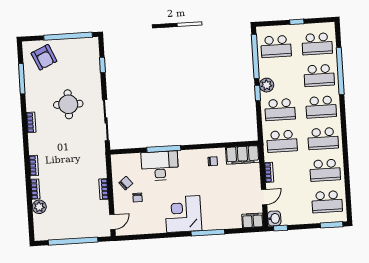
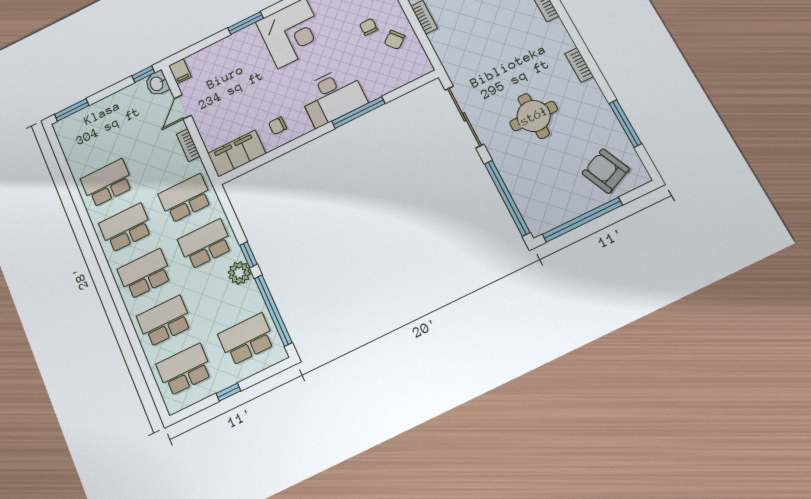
window: (102, 65) -> (507, 198), width x3.17
window: (340, 71) -> (135, 341), removed
desk: (160, 166) -> (332, 96), moved
school desk: (327, 202) -> (89, 139), removed
filing cabinet: (253, 220) -> (180, 71), width x0.50
window: (208, 233) -> (246, 23), width x0.69

